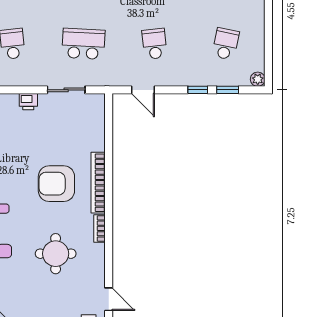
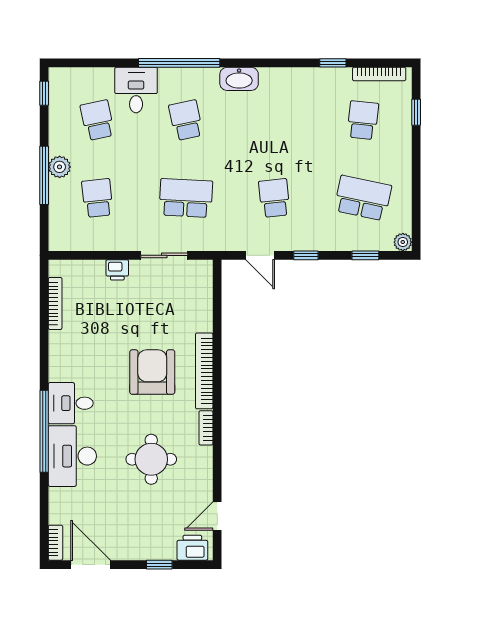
school desk: (226, 44) -> (363, 198), width x1.85
window: (198, 90) -> (306, 255), moved
armchair: (56, 184) -> (152, 372), turned 90
door: (109, 299) -> (217, 516), swing flipped

